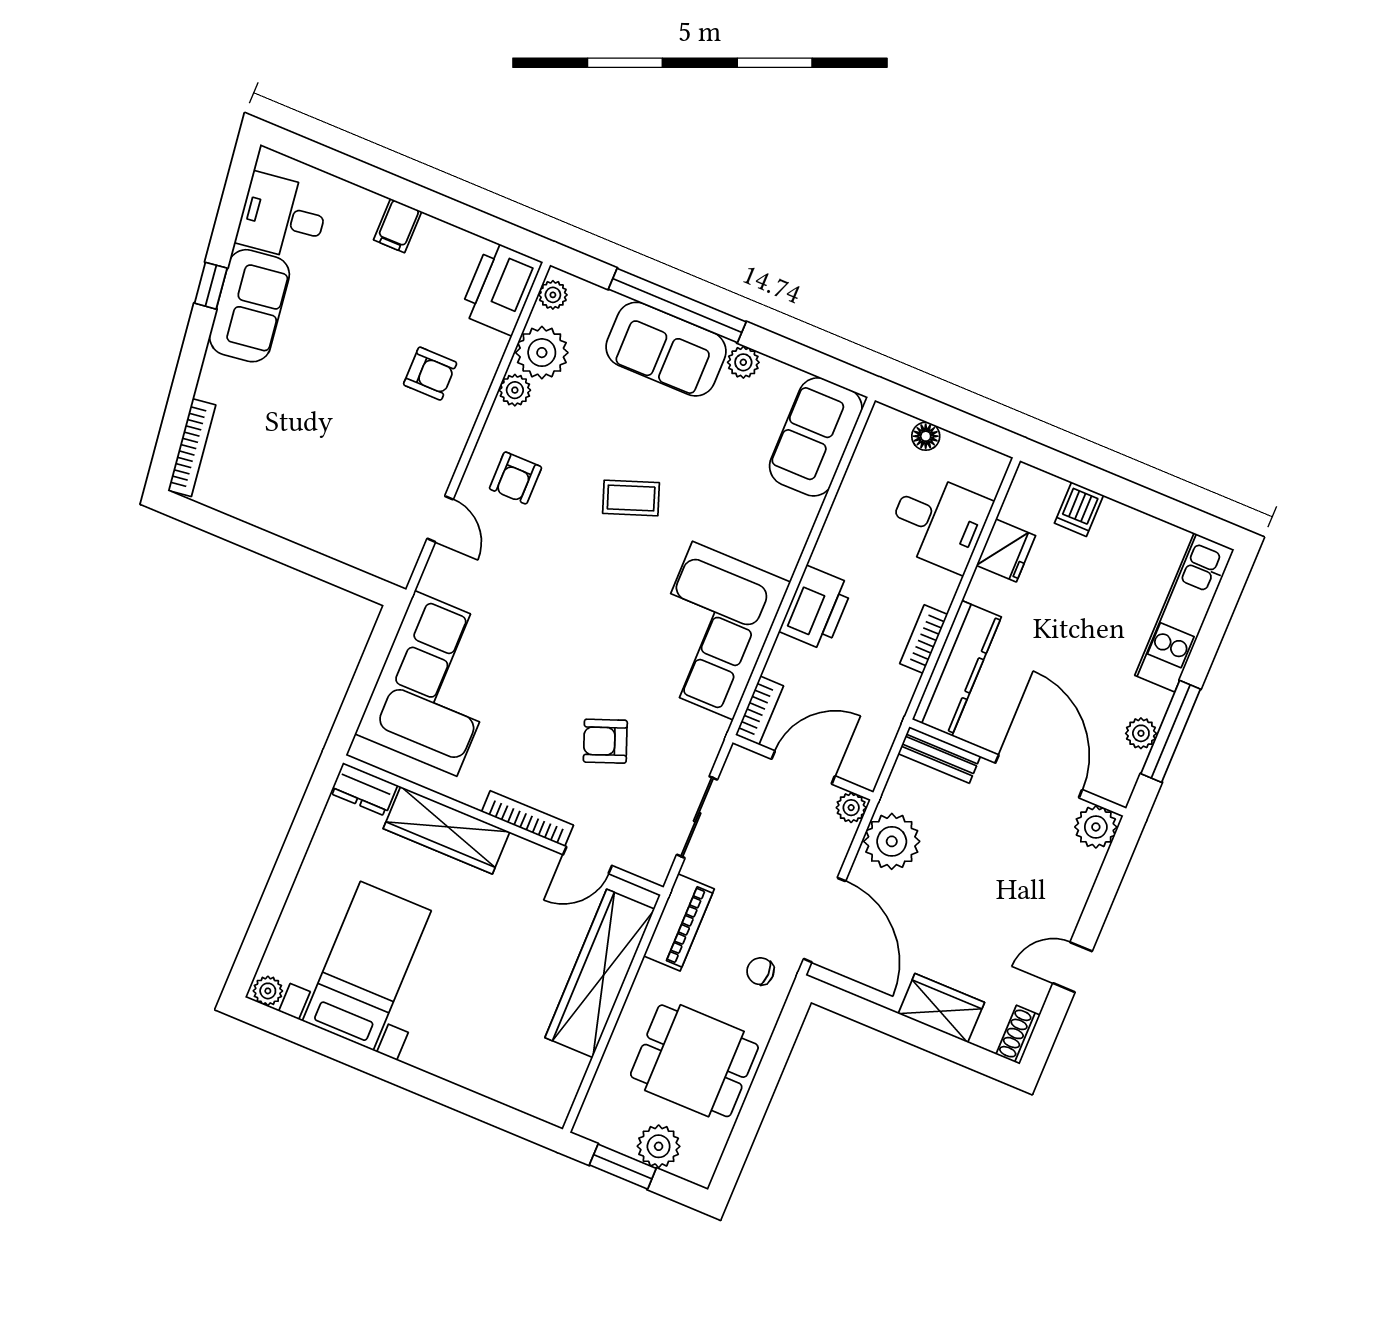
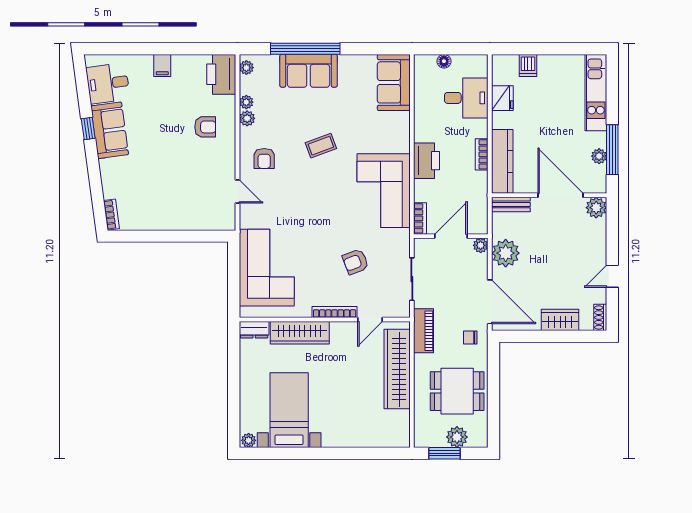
plant: (542, 353) -> (246, 102), width x0.53, depth x0.53
plant: (743, 362) -> (346, 62), removed
bookcase: (192, 448) -> (111, 215), width x0.64

